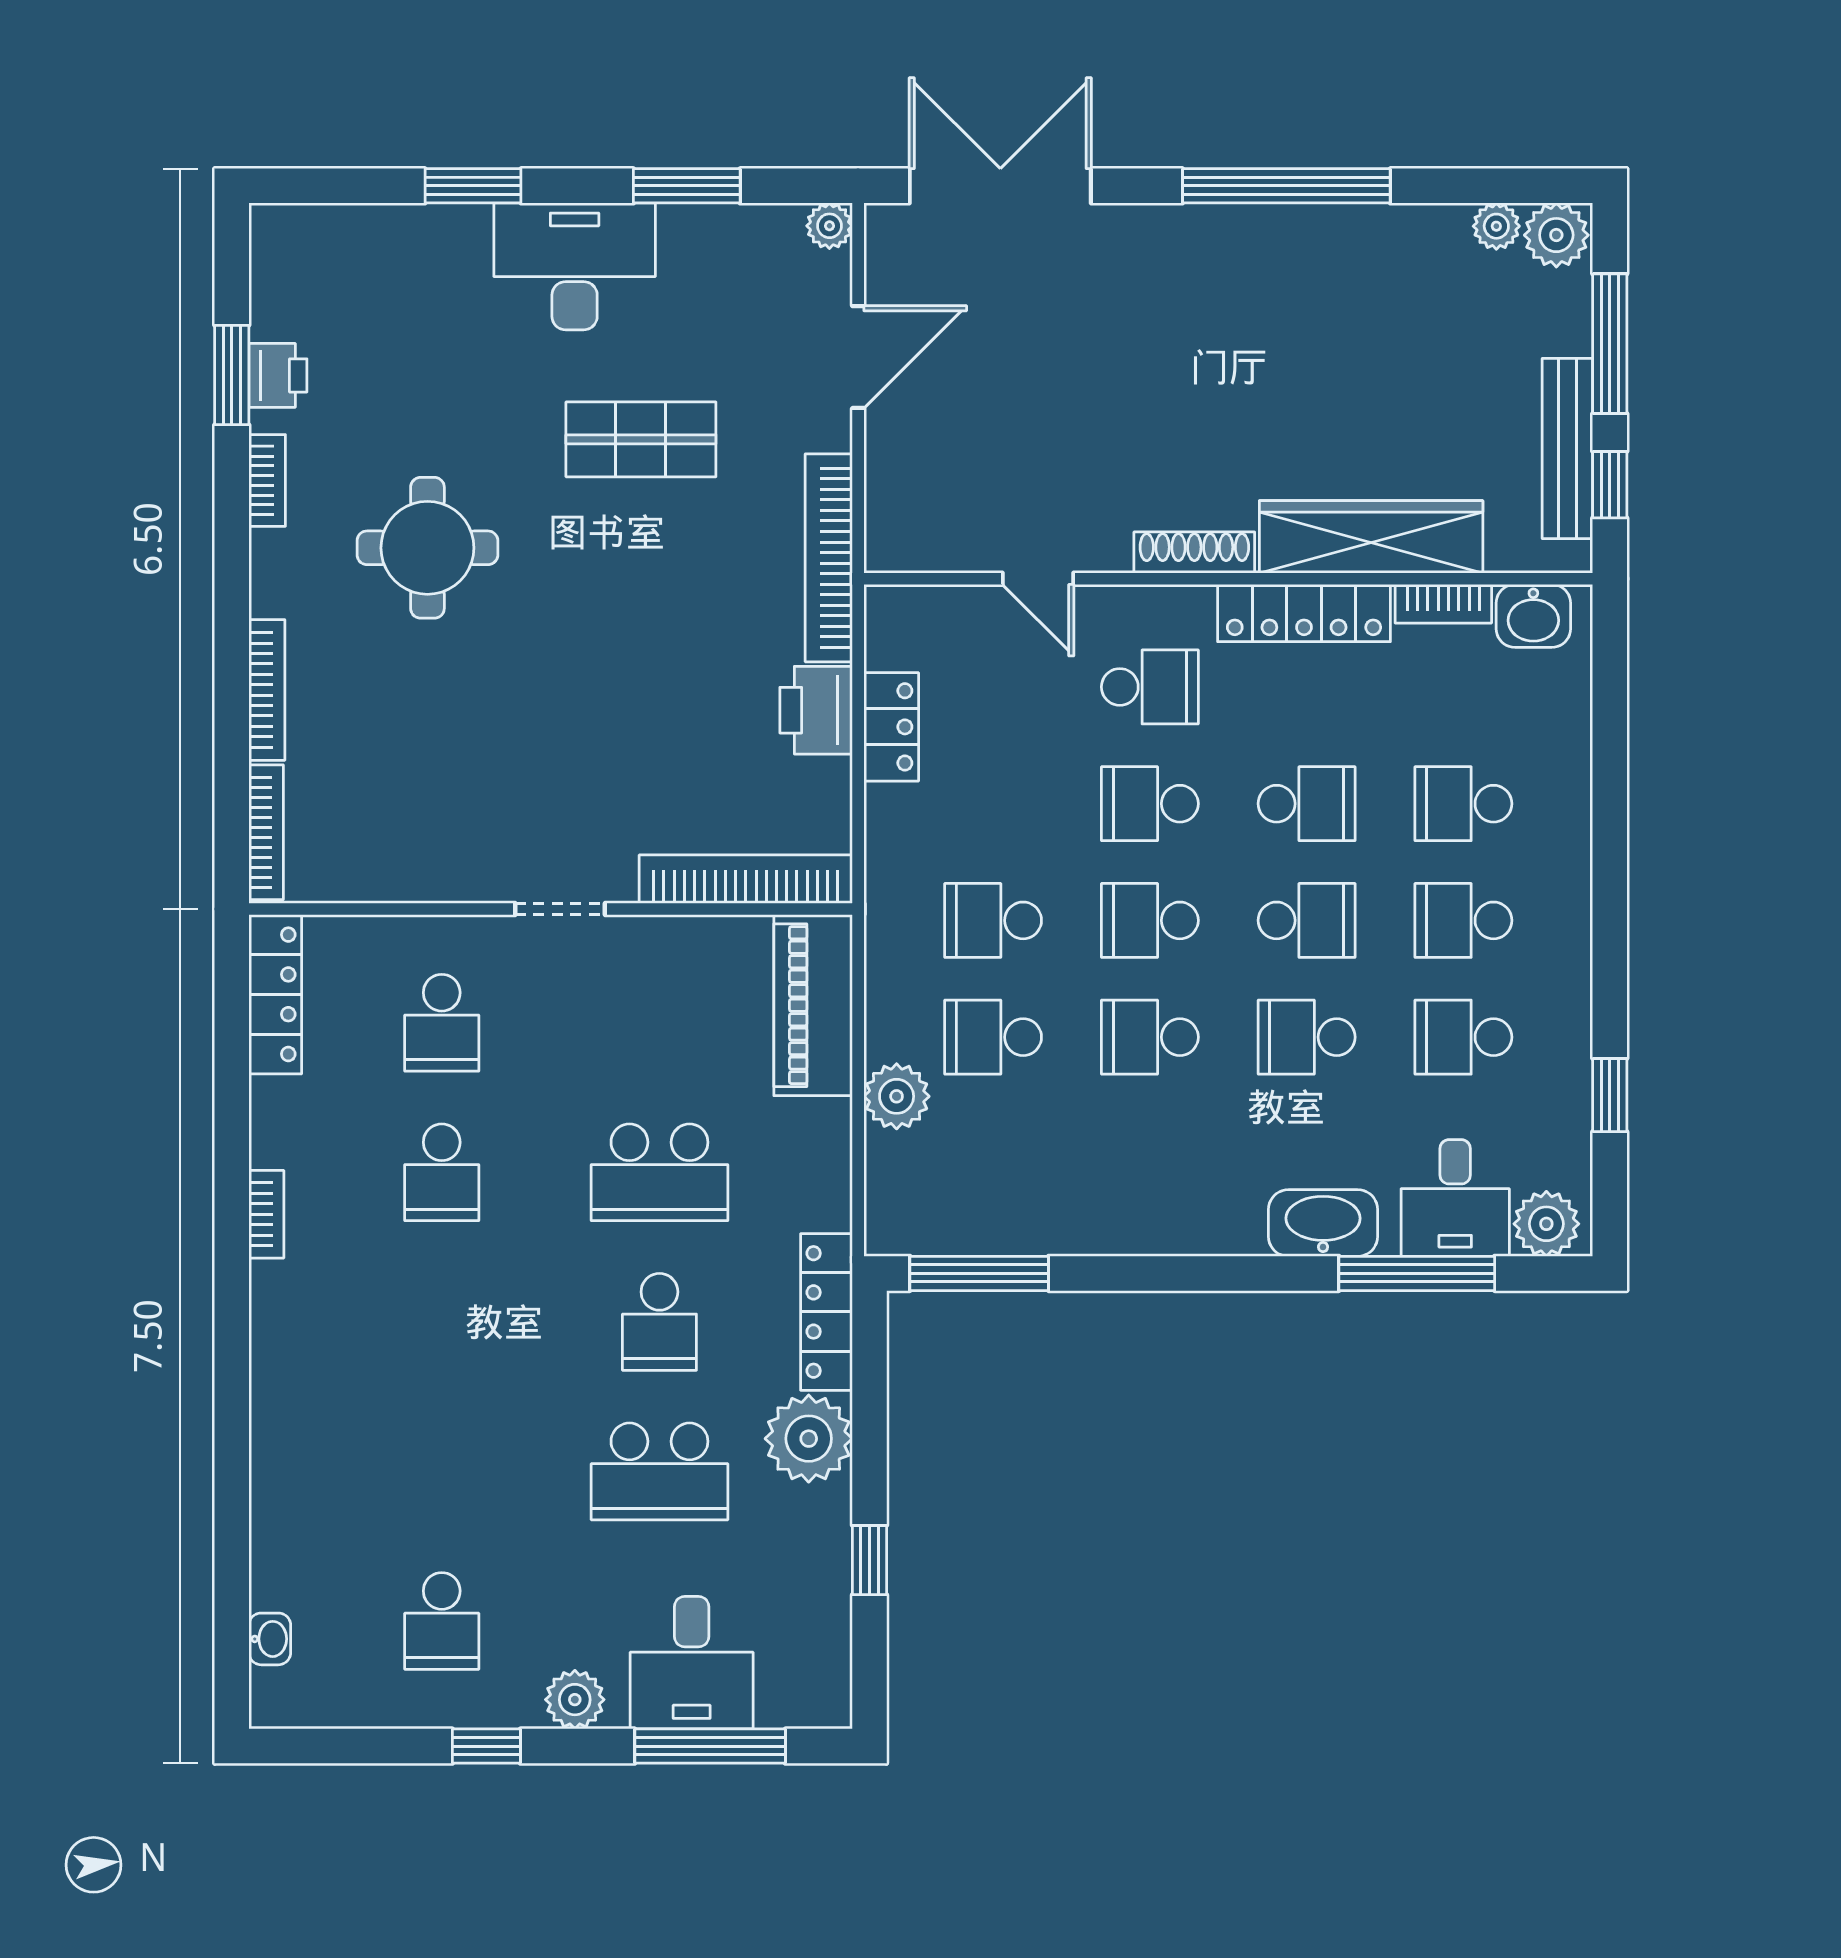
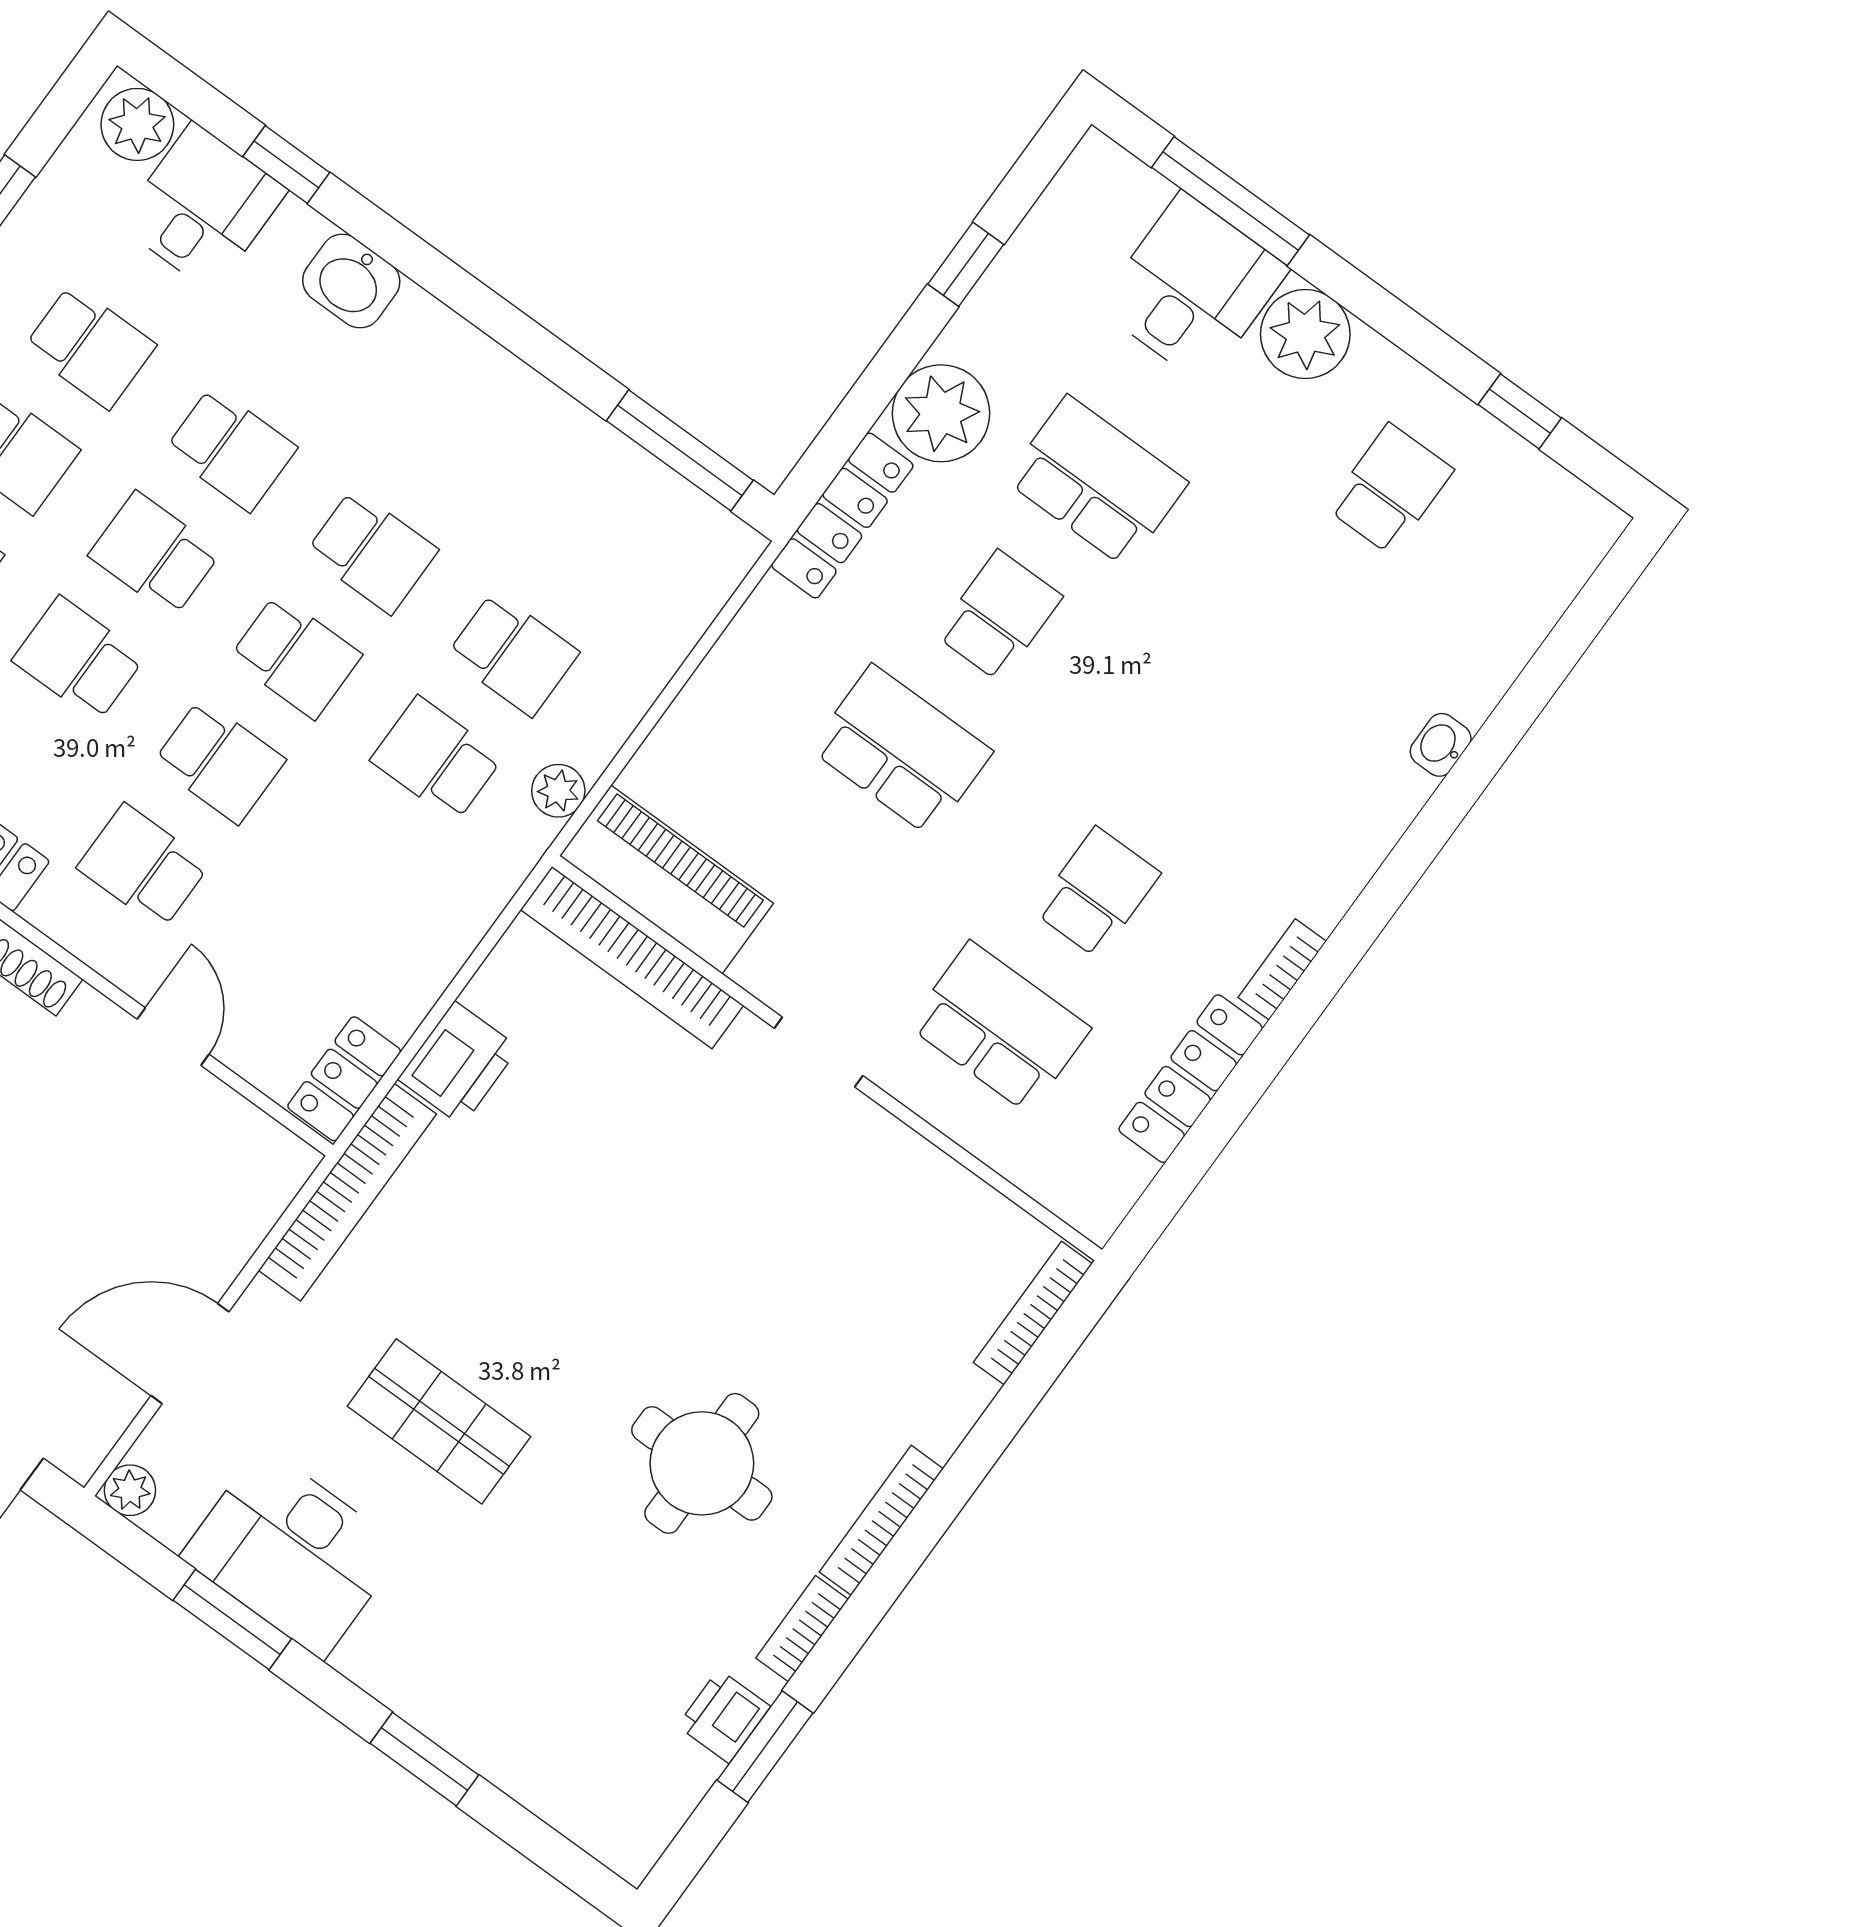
desk: (575, 266) -> (292, 1552), moved
bookcase: (267, 690) -> (881, 1520), moved
locker: (891, 727) -> (344, 1079), moved
school desk: (993, 920) -> (437, 759), turned 180
locker: (275, 994) -> (1191, 1079), moved
piano: (813, 1005) -> (666, 880), moved, turned -90
school desk: (442, 1023) -> (999, 1027), width x1.85
plant: (897, 1096) -> (558, 791), moved, width x0.73, depth x0.73
washbasin: (1323, 1223) -> (351, 281), width x0.72
window: (1417, 1273) -> (286, 164), width x0.46
washbasin: (270, 1639) -> (1441, 745), moved
plant: (575, 1700) -> (1305, 334), width x1.36, depth x1.36
window: (486, 1746) -> (1520, 411), moved

